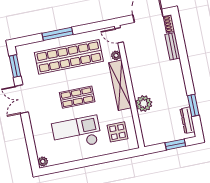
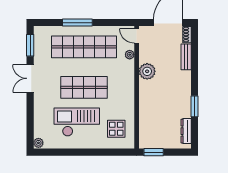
shelving: (120, 85) -> (128, 84), removed
shop shelf: (77, 97) -> (84, 87), width x1.43, depth x1.36
plant: (144, 104) -> (147, 71), moved
window: (193, 105) -> (194, 106), moved
window: (175, 144) -> (154, 152), moved

